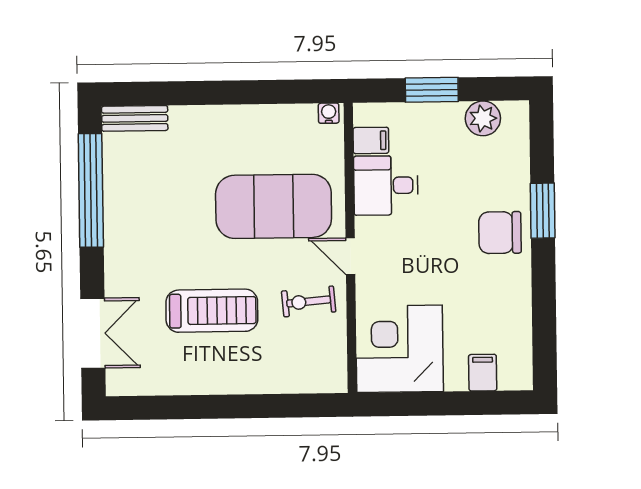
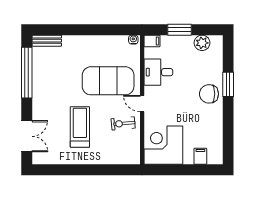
filing cabinet: (371, 140) -> (152, 41), moved
treadmill: (212, 311) -> (80, 127), turned -90

